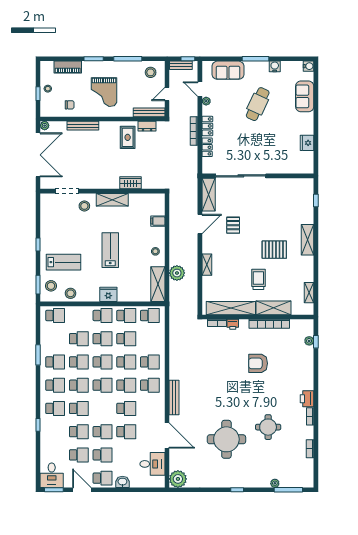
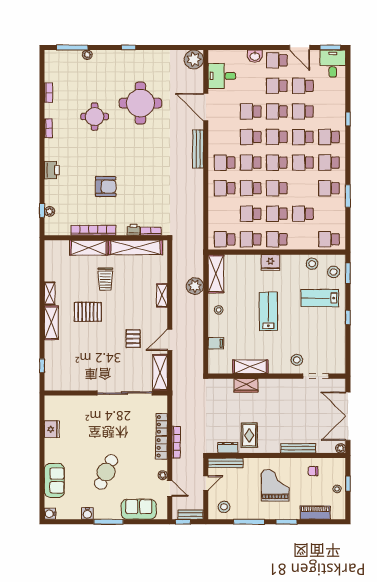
shelving: (112, 200) -> (250, 367), moved
lab bench: (110, 250) -> (268, 311), turned 180
shelving: (309, 293) -> (50, 293), moved
school desk: (79, 362) -> (277, 137), moved
printer: (307, 399) -> (52, 170), moved

